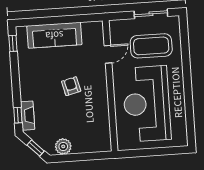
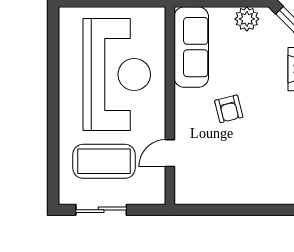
sofa: (54, 35) -> (191, 47), moved, turned 90

